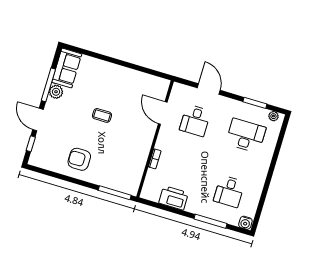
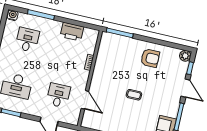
plant: (56, 92) -> (185, 56), moved

